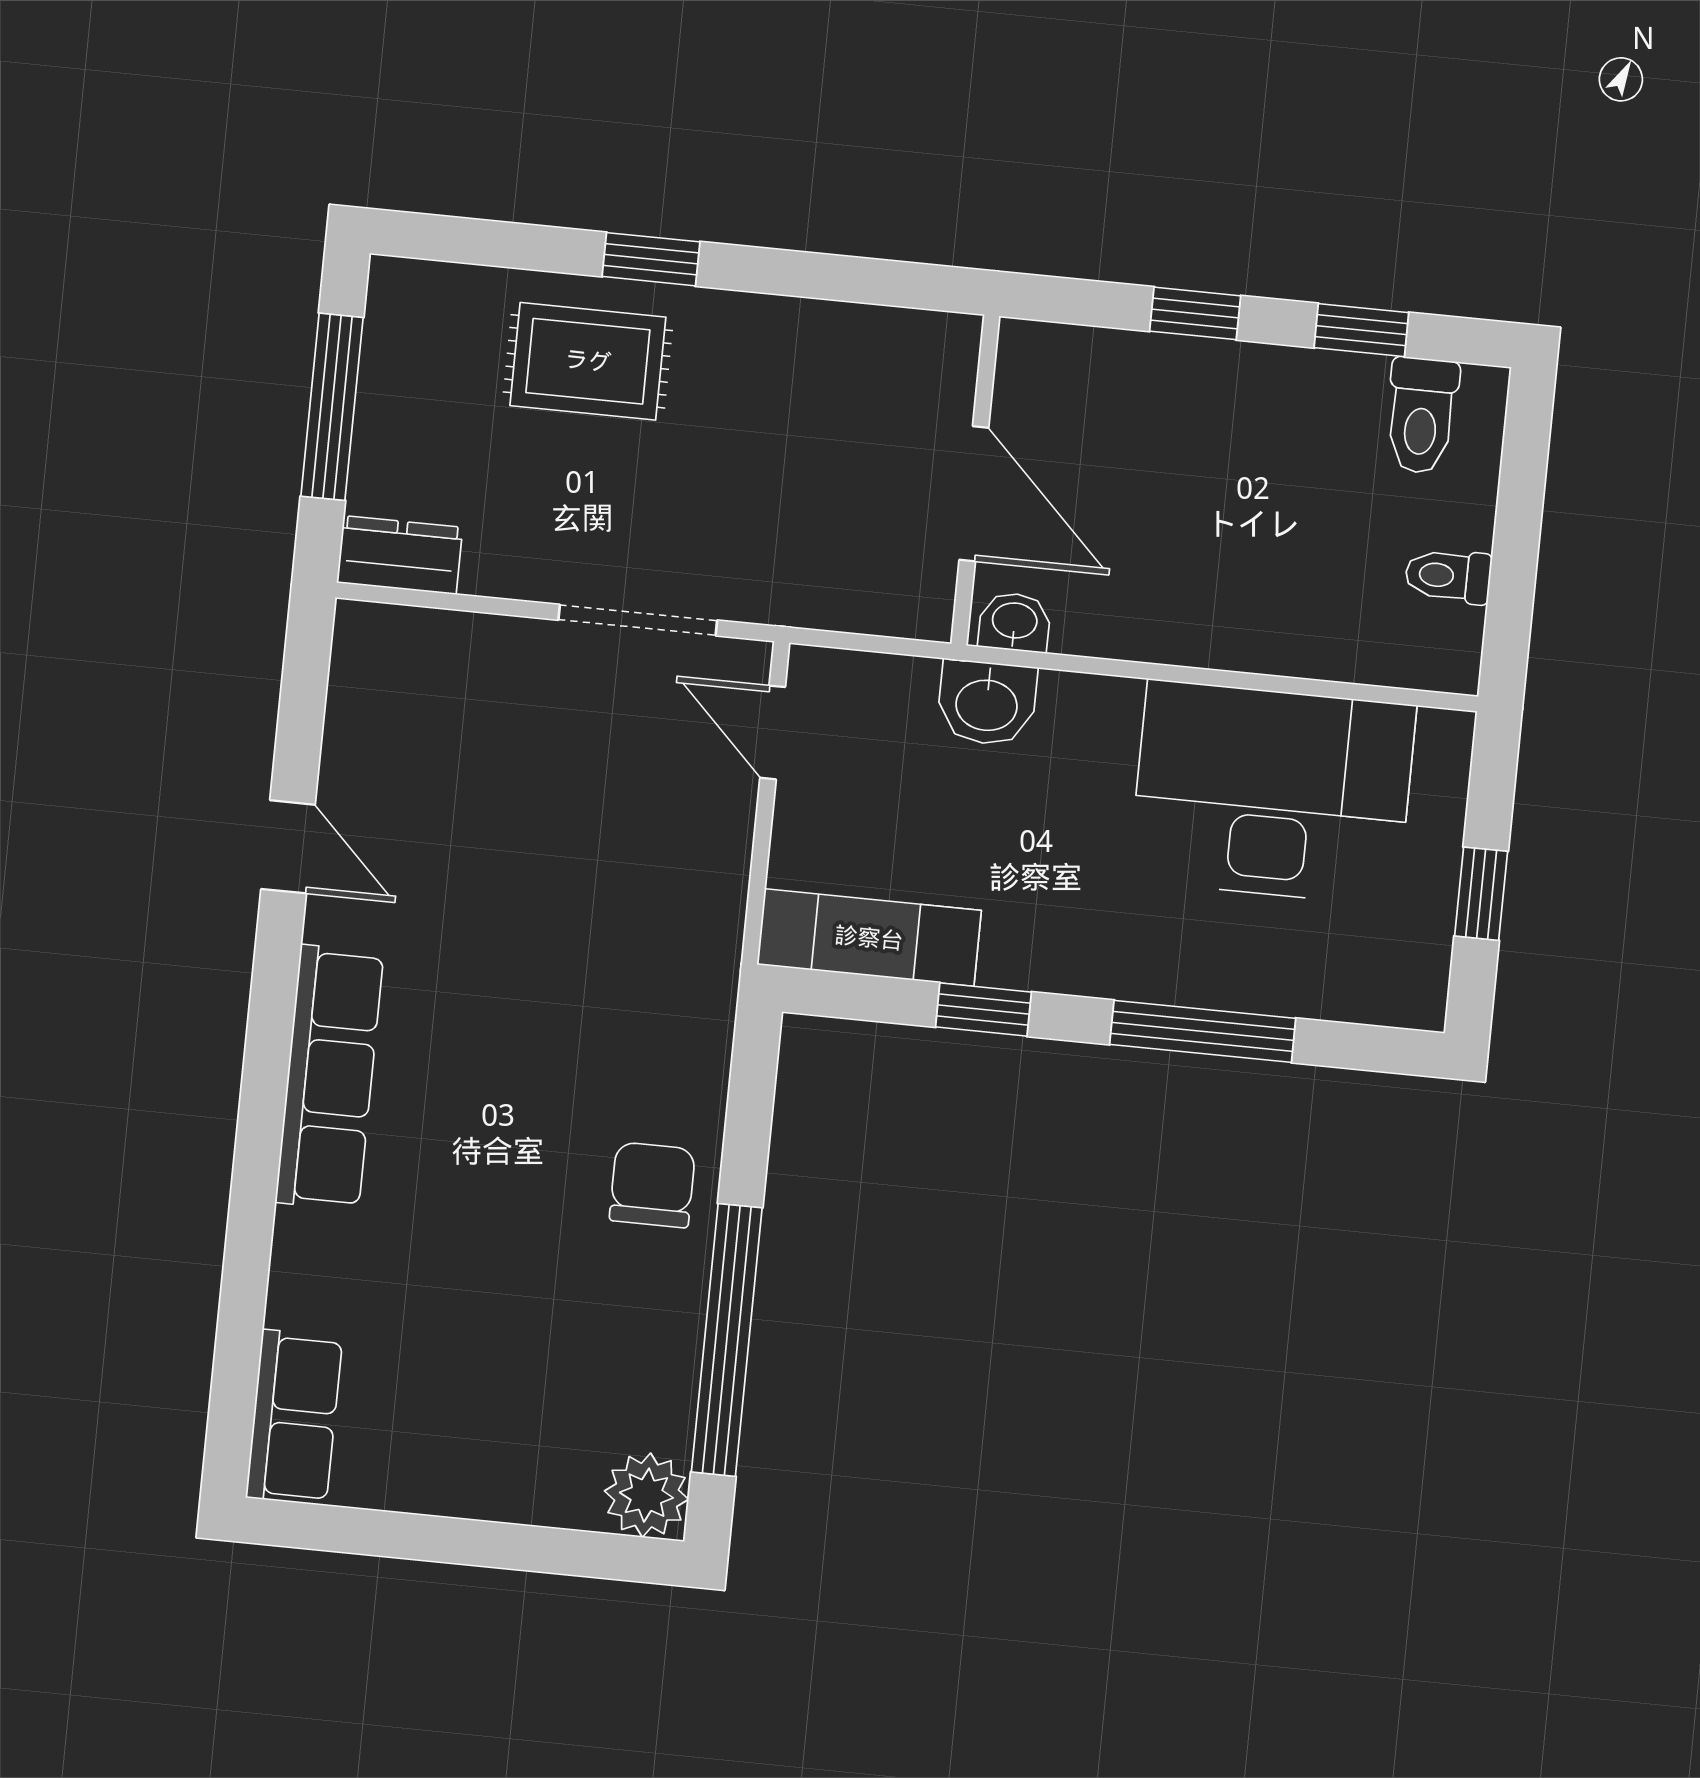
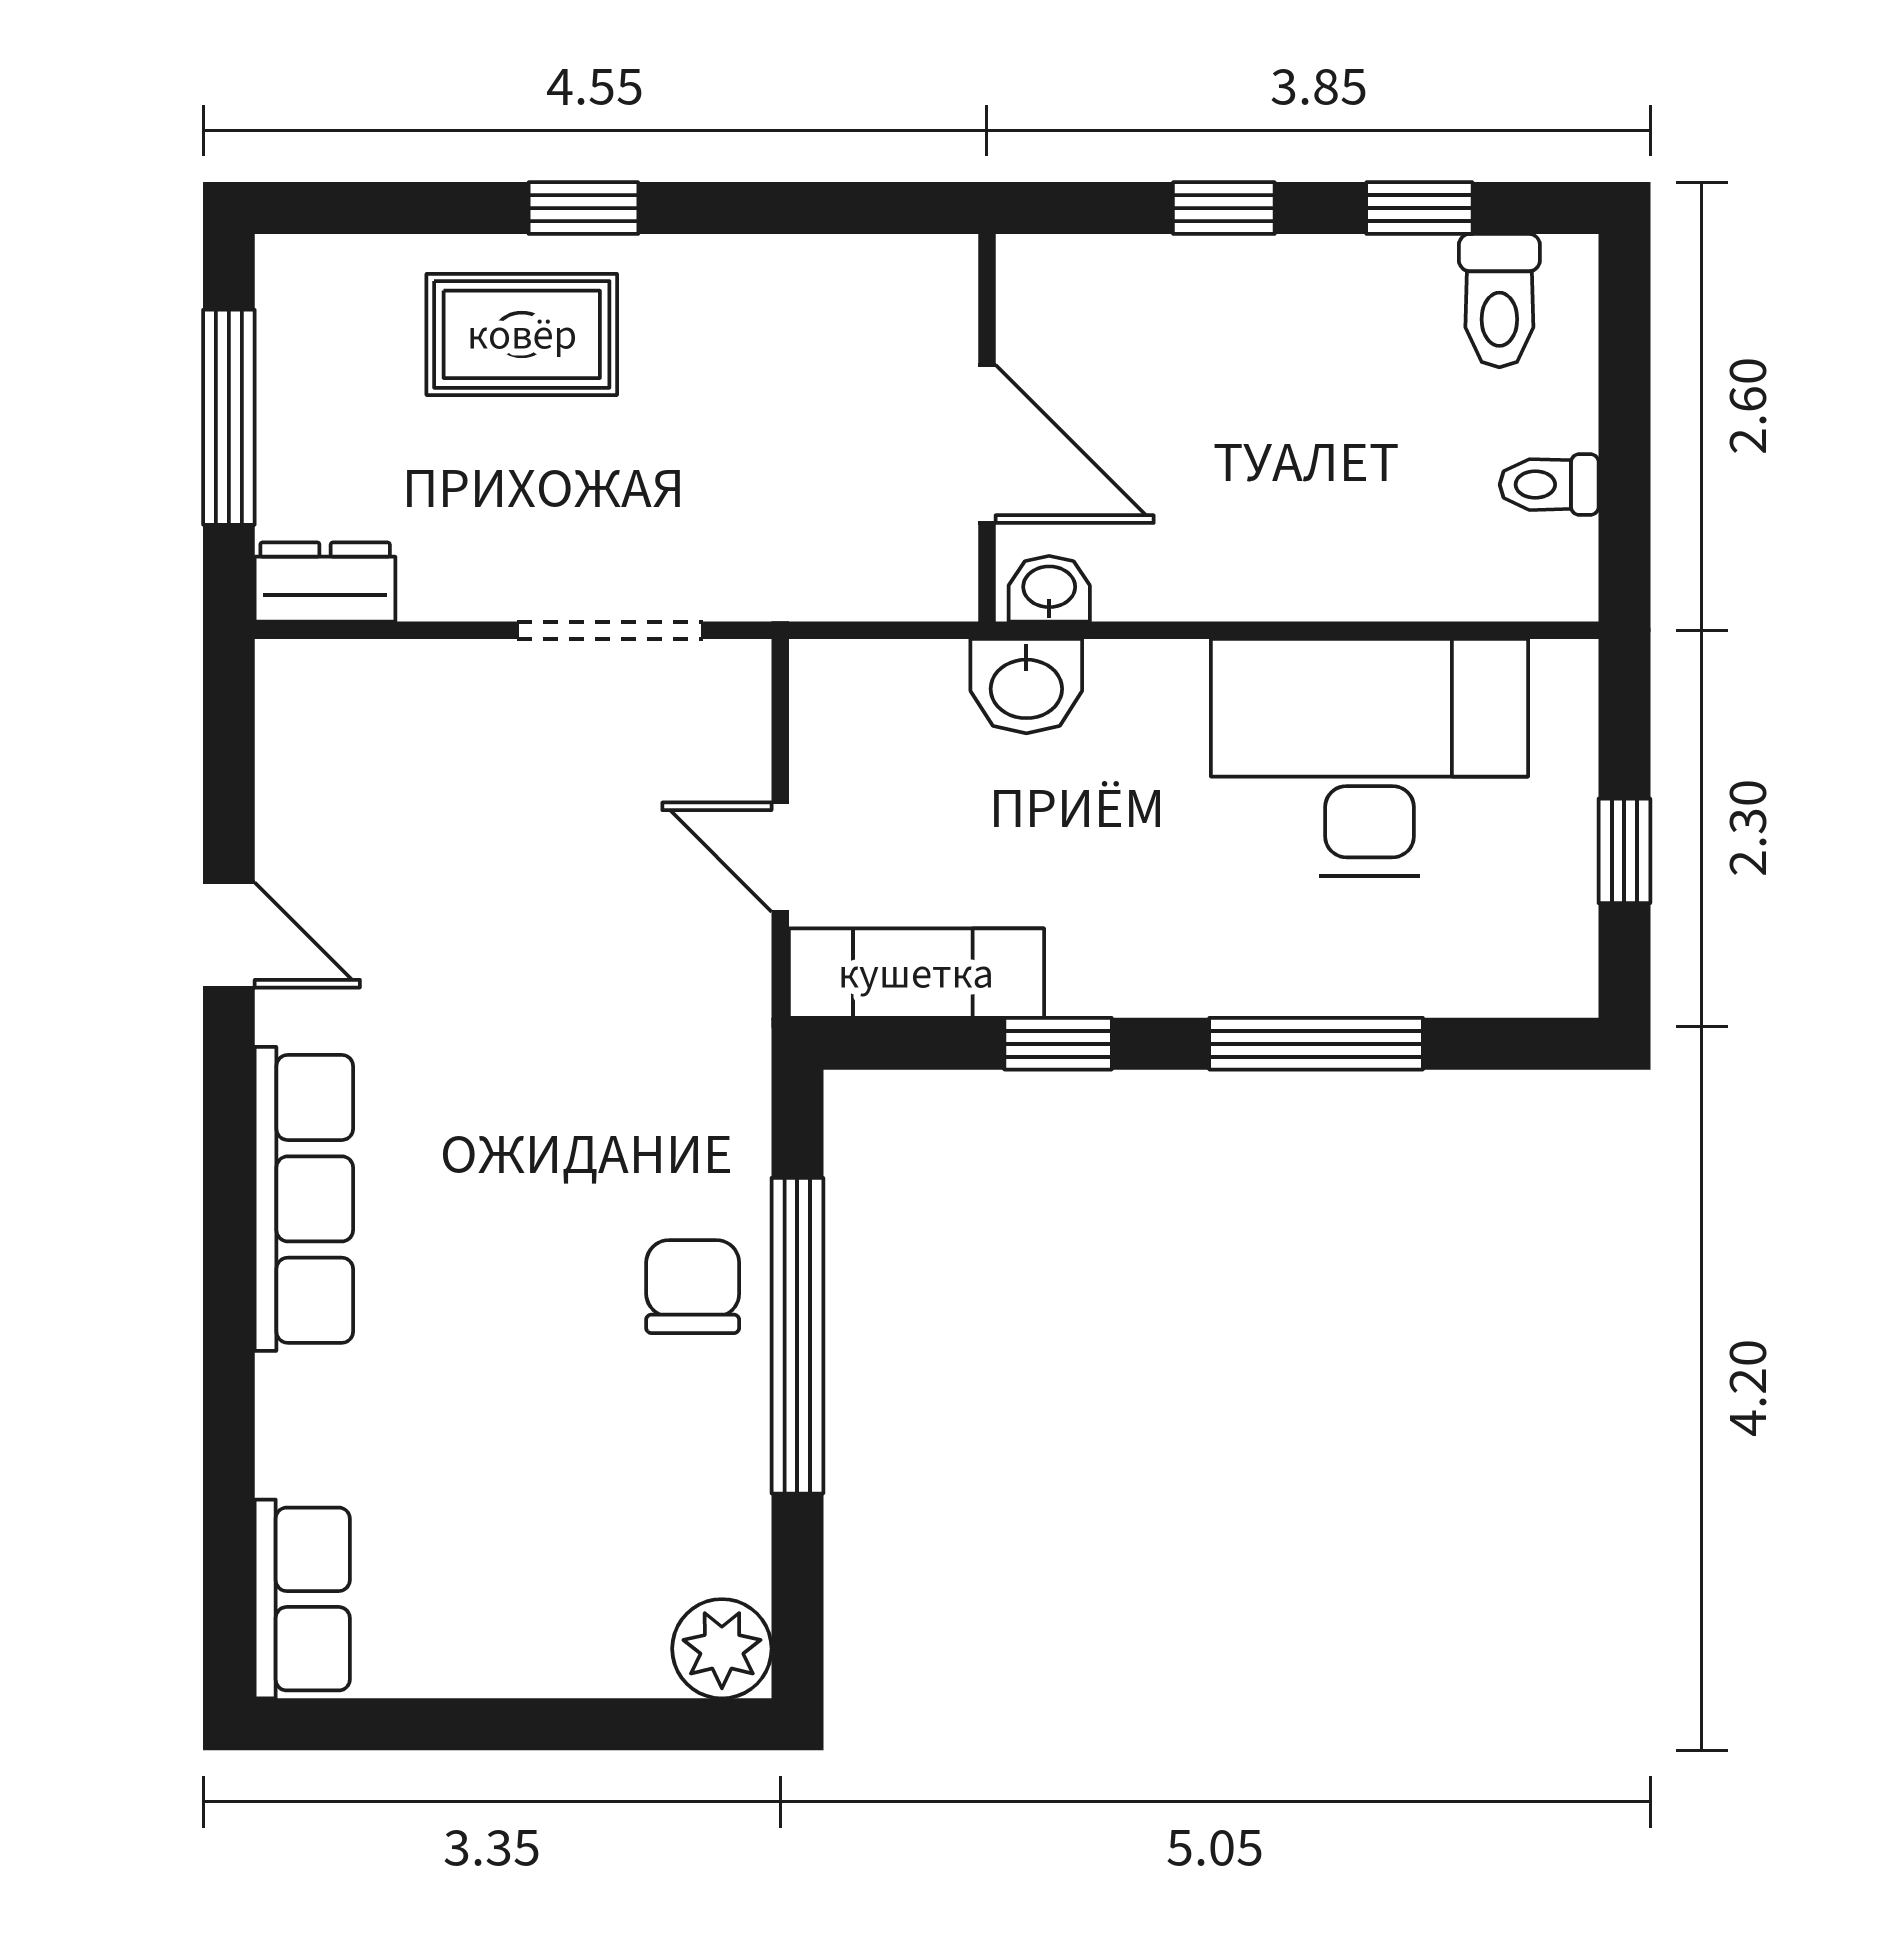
door: (773, 732) -> (780, 857), moved
window: (727, 1340) -> (797, 1336), moved

